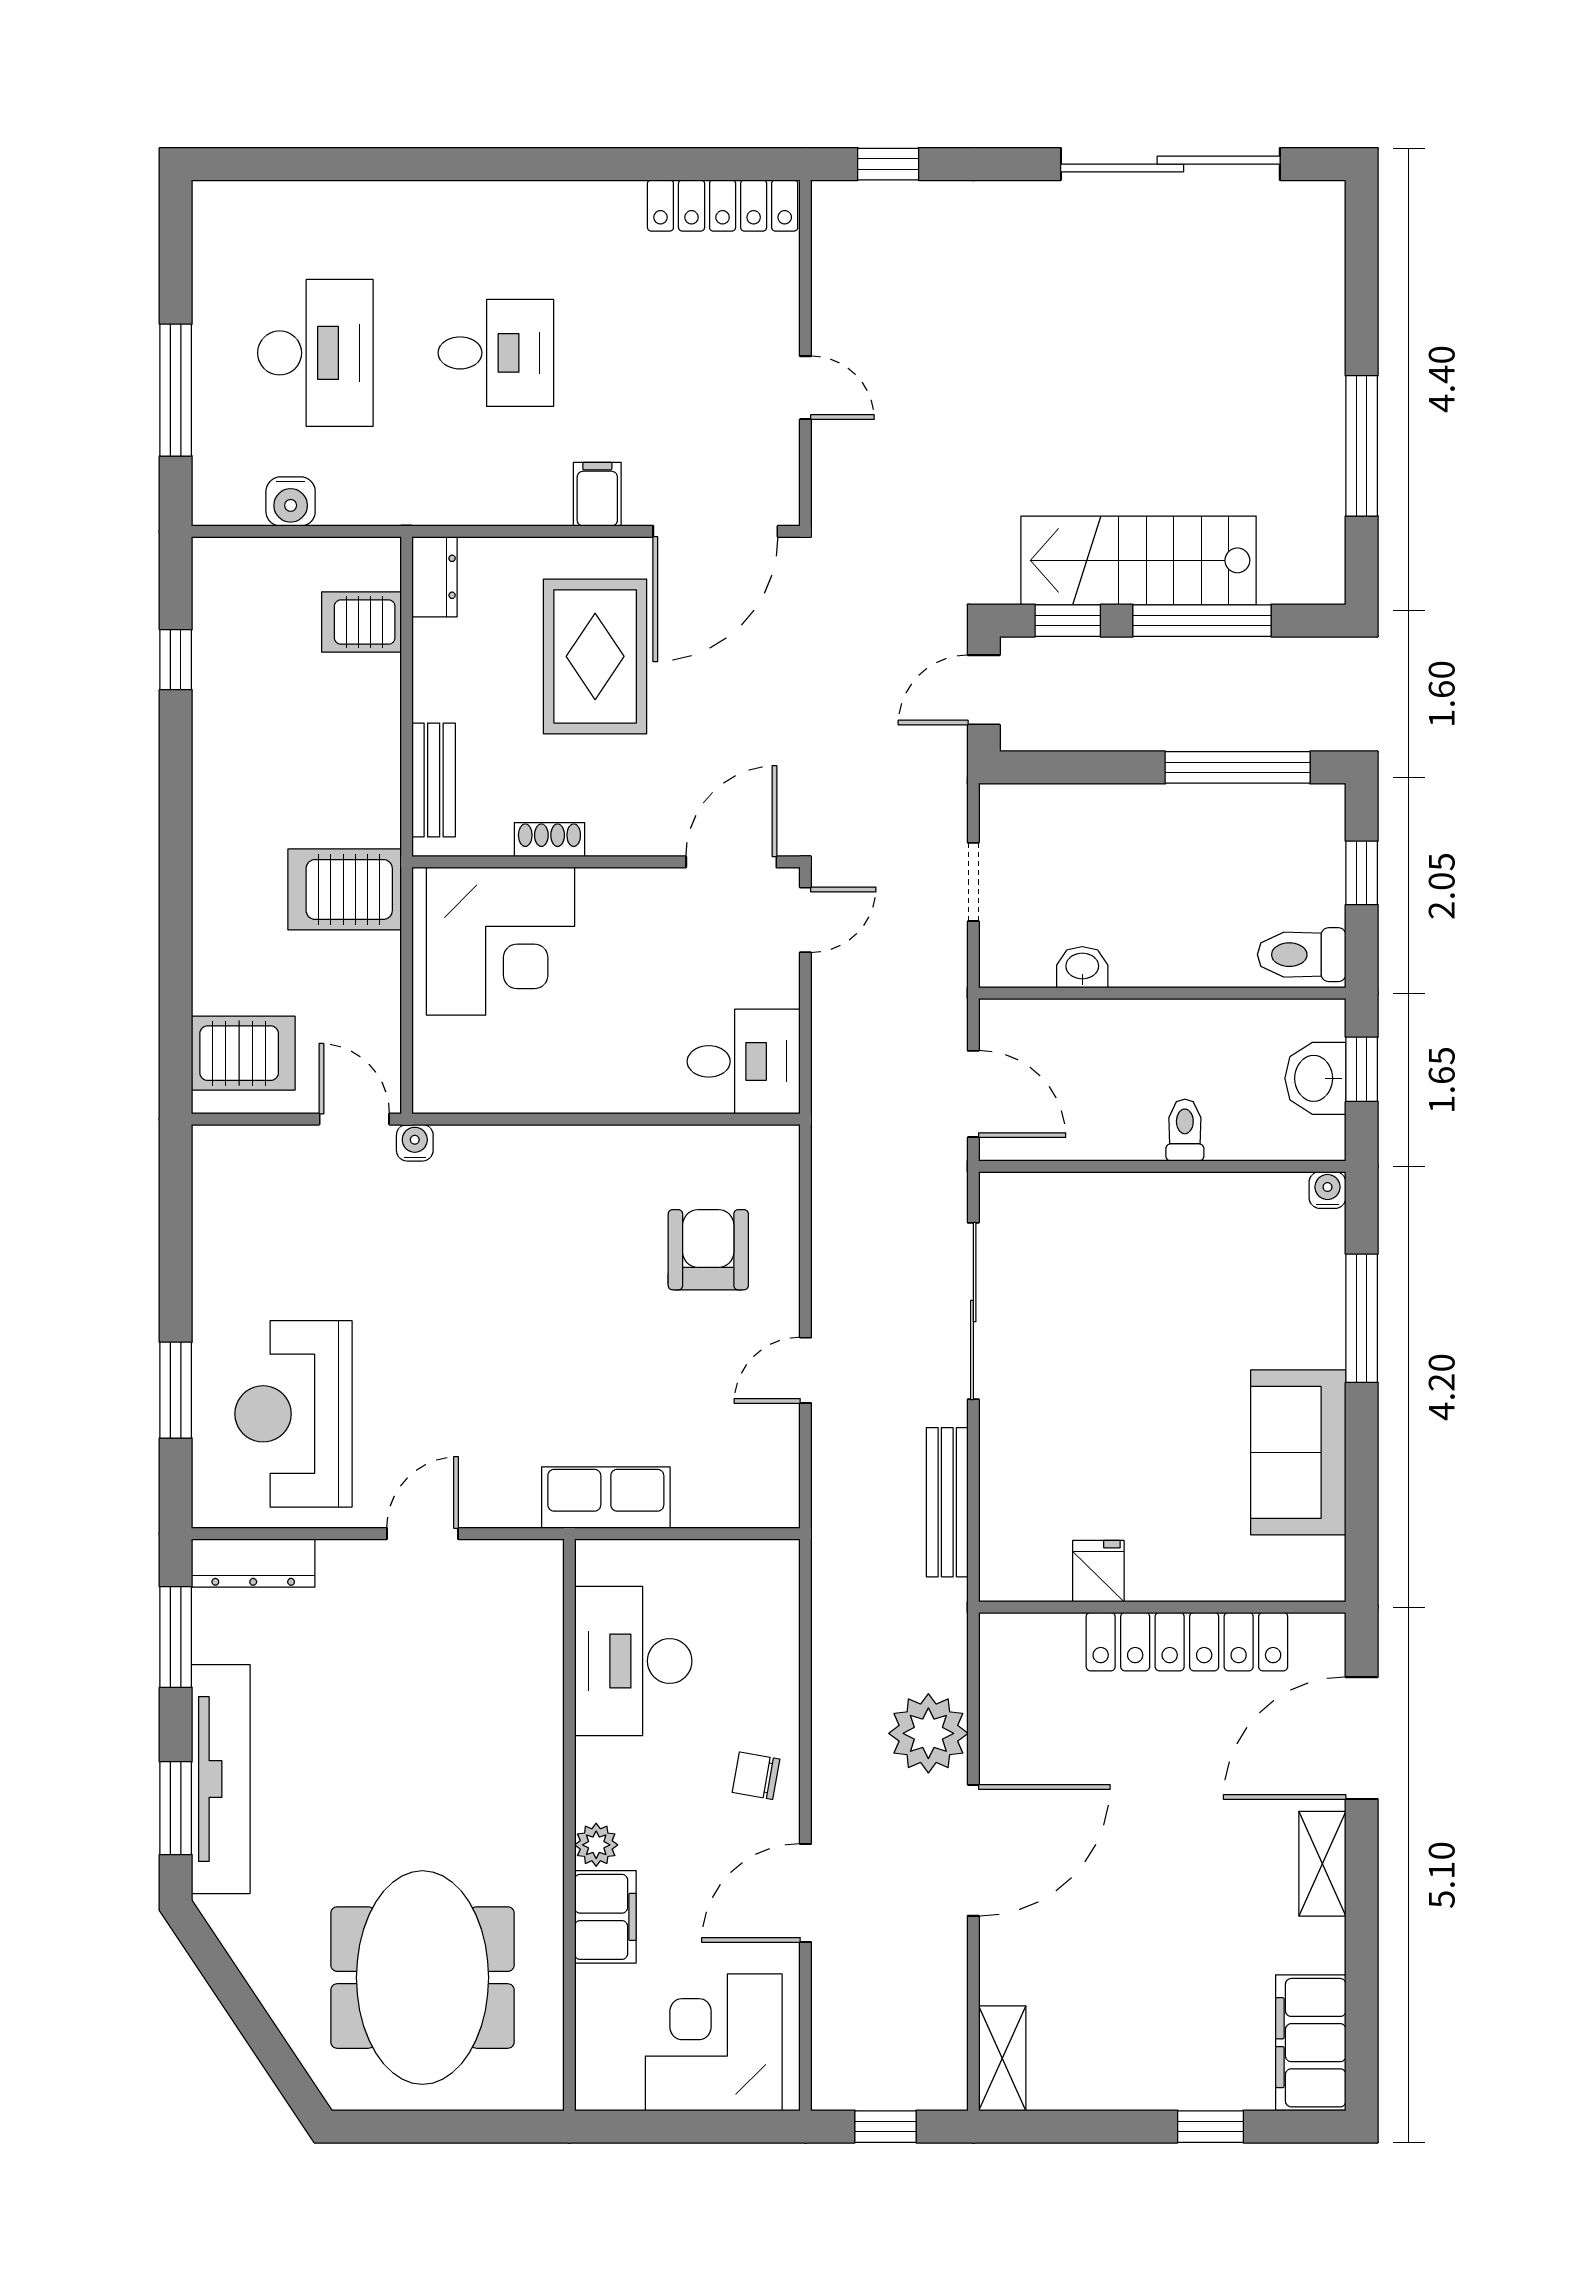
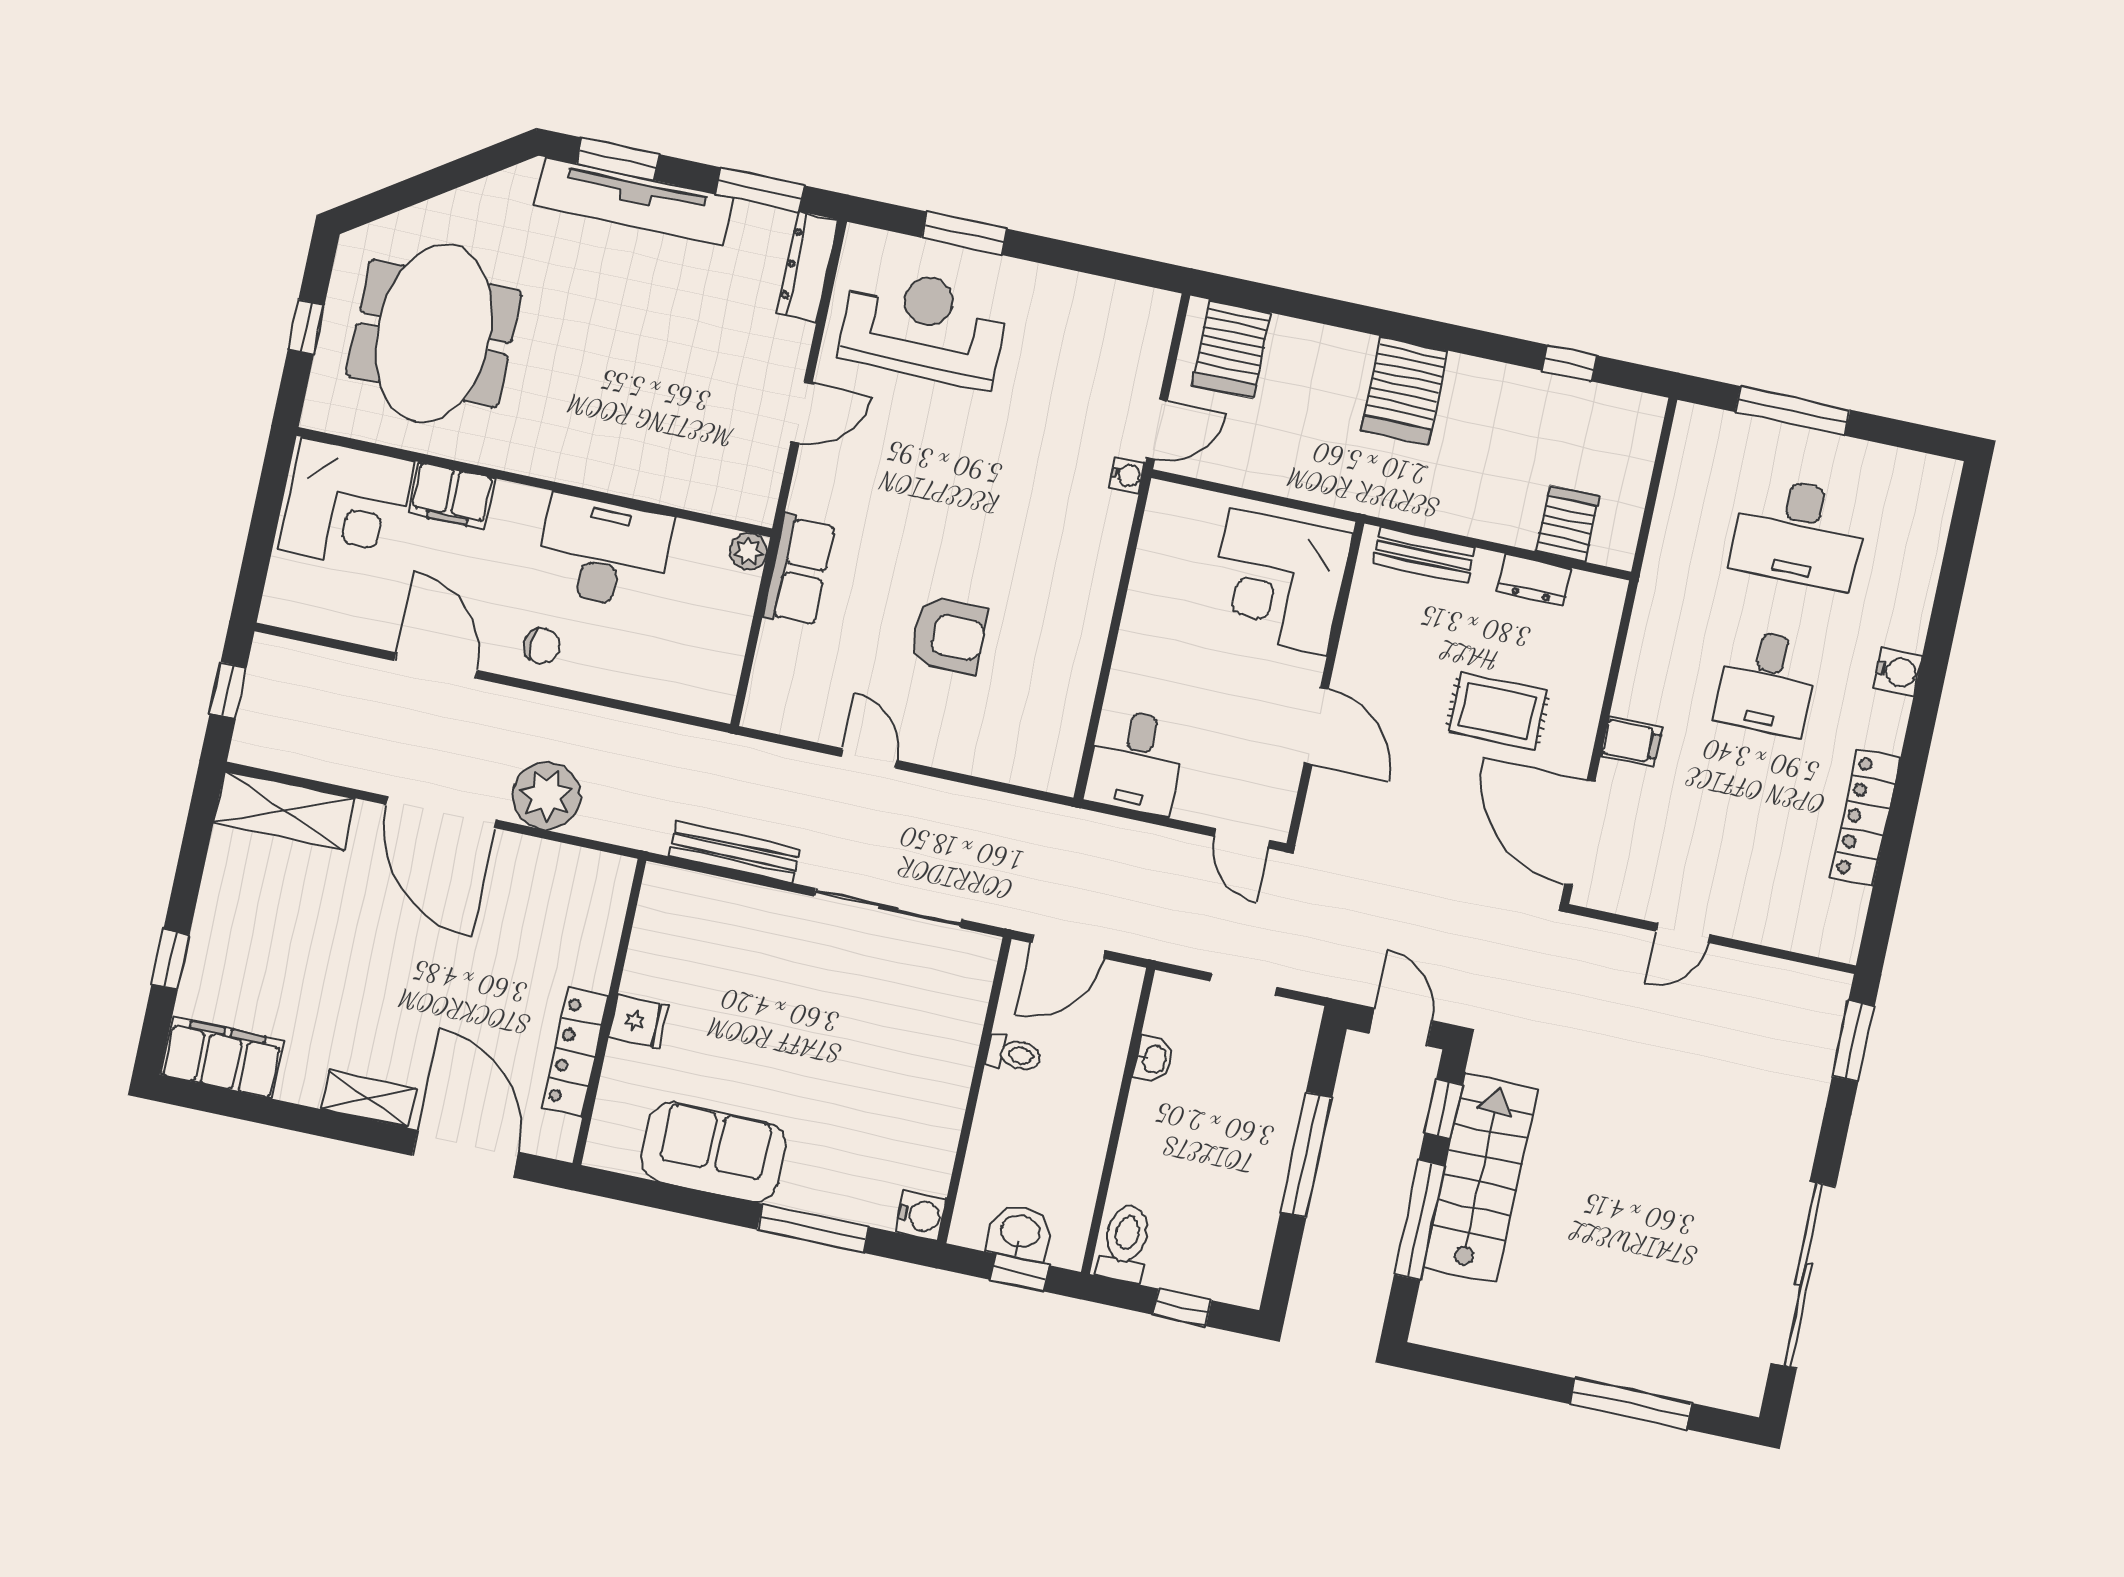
window: (888, 164) -> (1853, 1041), width x1.50
locker: (723, 205) -> (1865, 818), moved
window: (1362, 446) -> (1631, 1404), moved
water cooler: (291, 501) -> (1898, 672), moved, turned 180
dresser: (434, 577) -> (1534, 580), moved
rug: (595, 656) -> (1498, 711), width x0.73, depth x0.70
window: (1238, 767) -> (1306, 1155), moved
shoe rack: (549, 840) -> (1354, 641), removed
door: (731, 862) -> (1316, 726), moved
server rack: (345, 889) -> (1404, 390), moved, turned 180
toilet: (1185, 1130) -> (1014, 1054), moved
water cooler: (1327, 1190) -> (921, 1216), width x1.38, depth x1.38
armchair: (708, 1250) -> (948, 635), moved
door: (423, 1534) -> (802, 412), hinge flipped
fridge: (1098, 1571) -> (639, 1021), moved
locker: (1187, 1642) -> (575, 1052), width x0.71, depth x0.83
desk: (633, 1661) -> (603, 552), moved
chair: (756, 1776) -> (542, 645), turned 80
plant: (596, 1845) -> (749, 551), moved
meeting table: (422, 1978) -> (434, 333), turned 90
corner desk: (714, 2042) -> (347, 506), moved, turned 90
shelving: (1002, 2058) -> (284, 810), width x1.50, depth x1.33
window: (447, 2127) -> (306, 327), added

